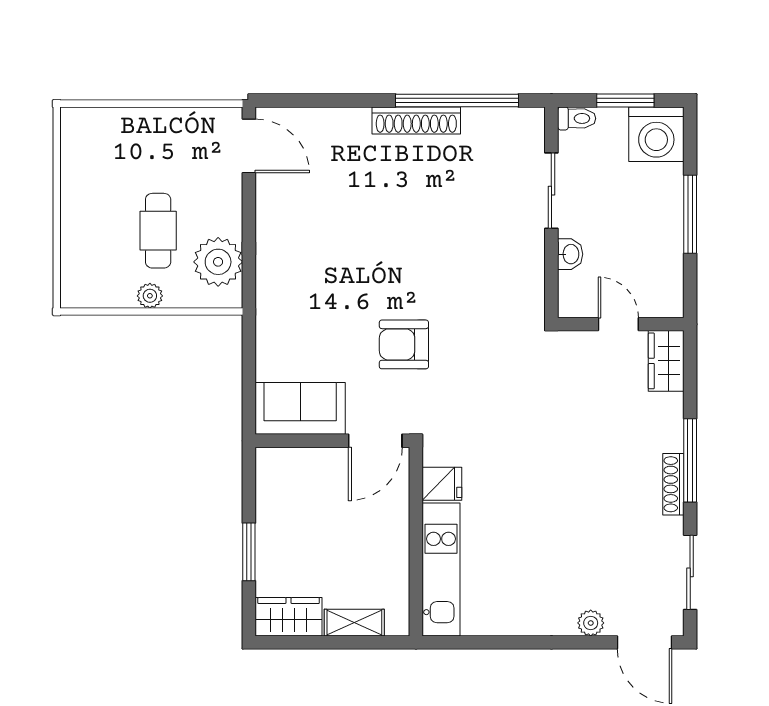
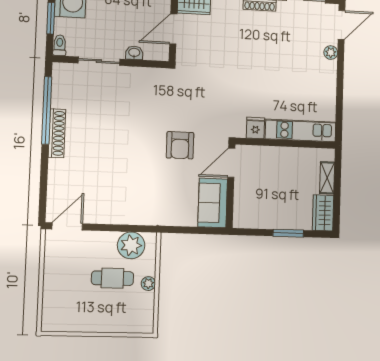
door: (618, 324) -> (173, 29), width x1.38
door: (375, 441) -> (231, 163), swing flipped

